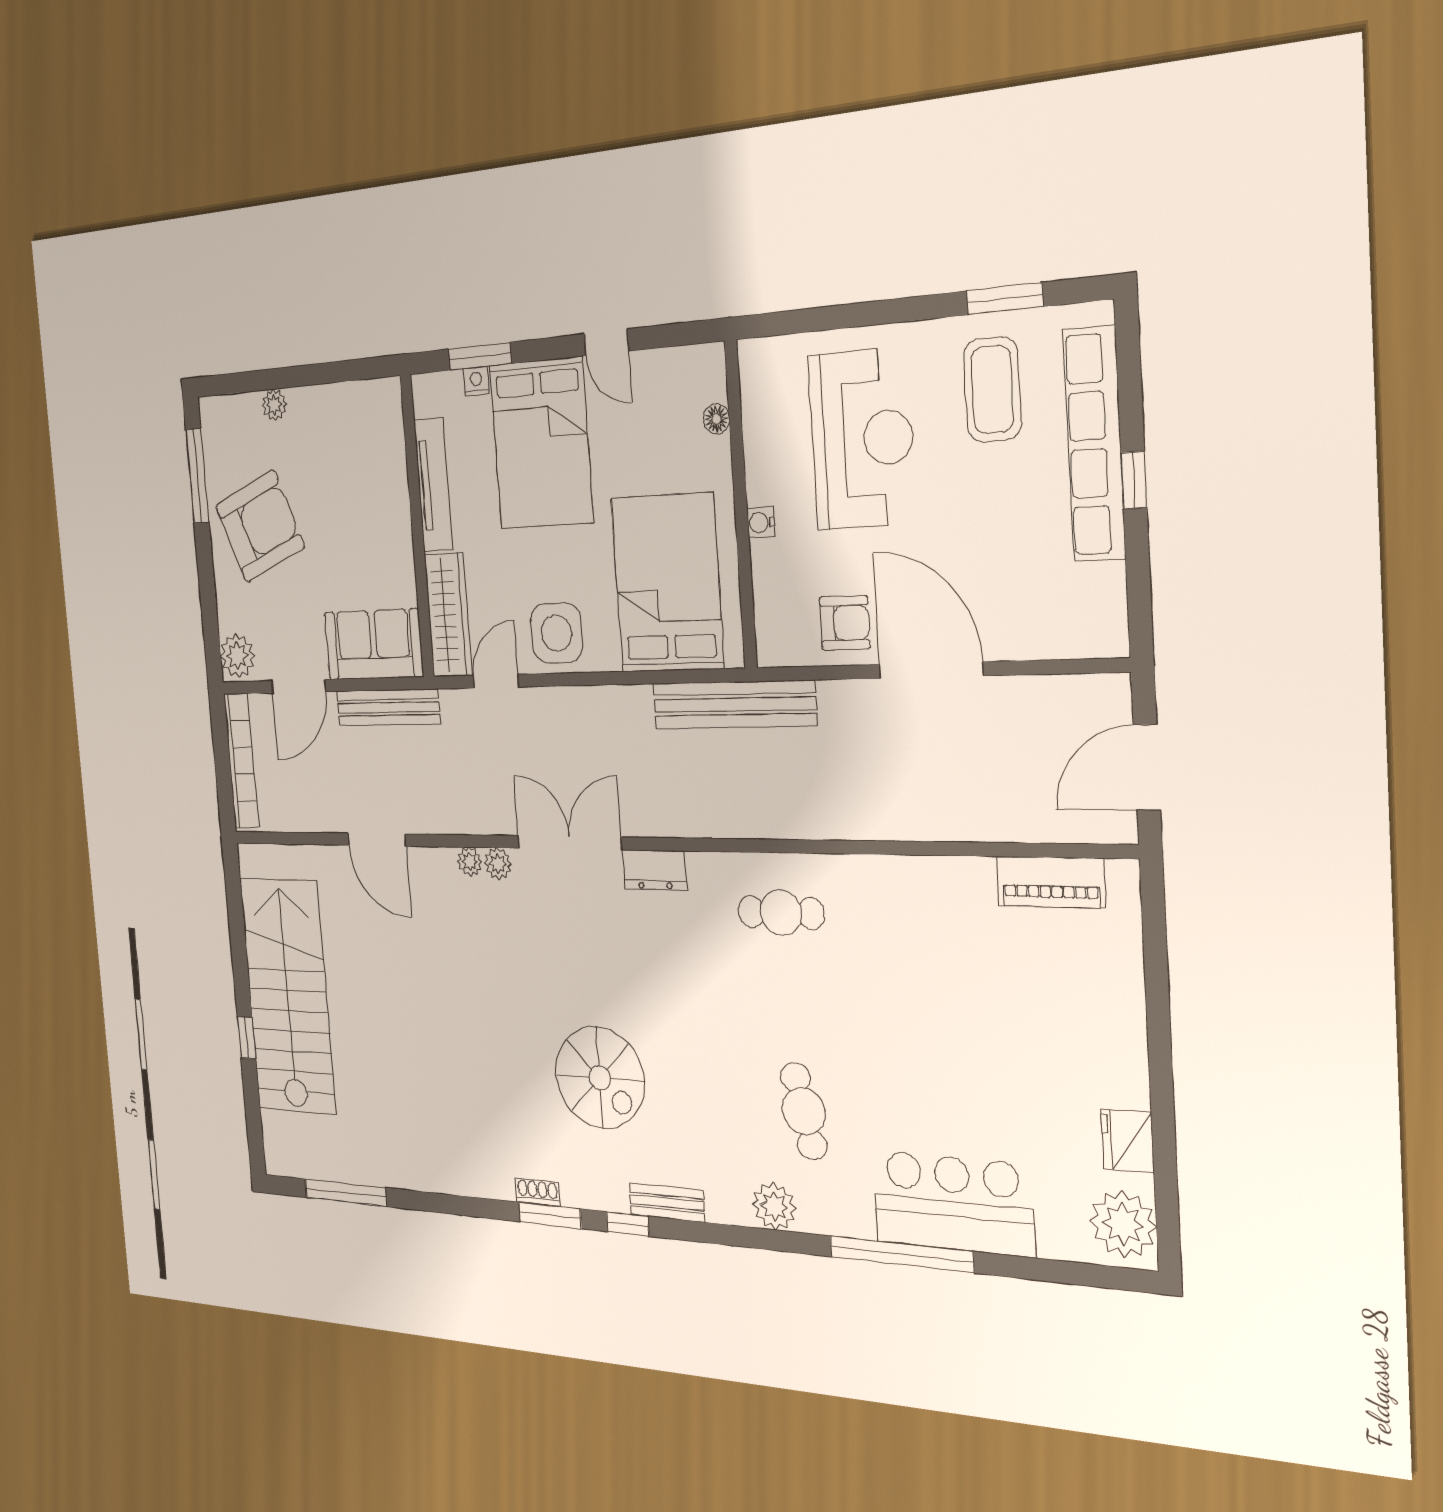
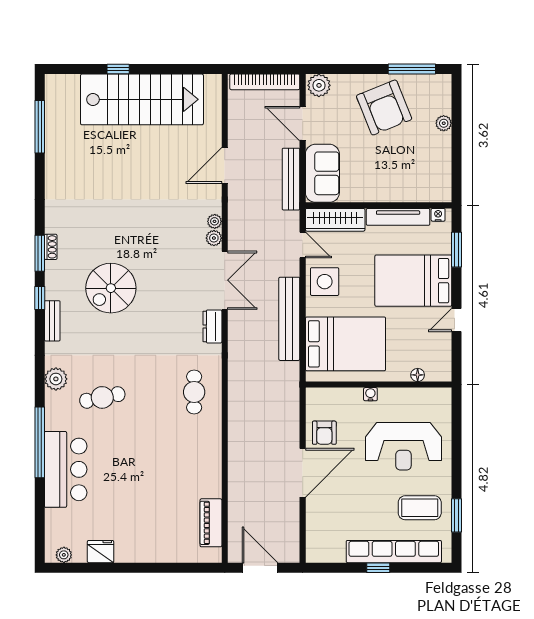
nightstand: (476, 381) -> (438, 215), moved, turned -90
bench: (734, 704) -> (289, 319), moved
plant: (1123, 1224) -> (64, 555), width x0.53, depth x0.53

